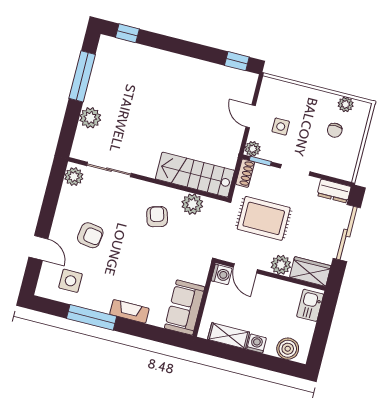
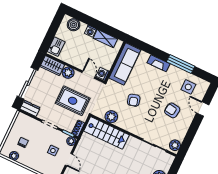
armchair: (157, 217) -> (134, 100), moved
sofa: (185, 308) -> (125, 64), width x1.36

